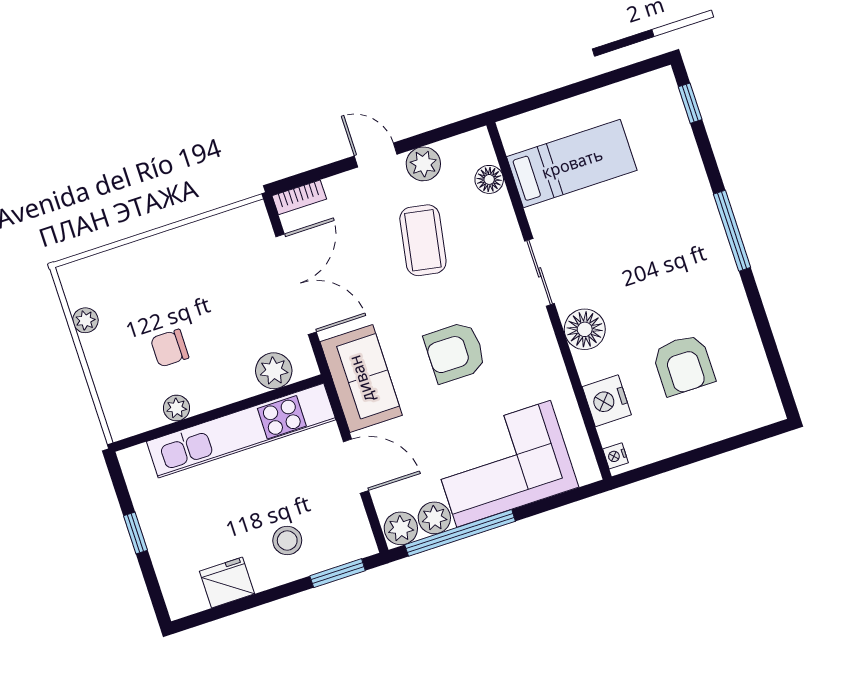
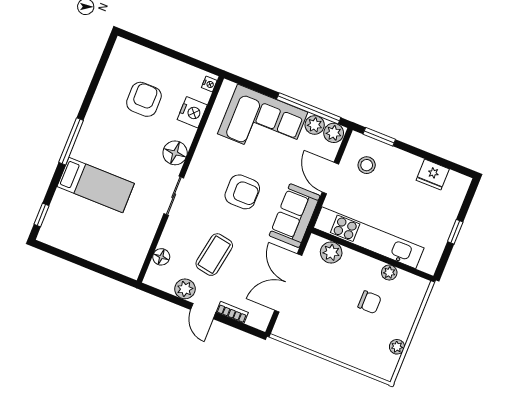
bed: (572, 163) -> (96, 185), moved, turned 180
bookcase: (299, 197) -> (232, 312), moved
stool: (287, 540) -> (367, 165), moved

